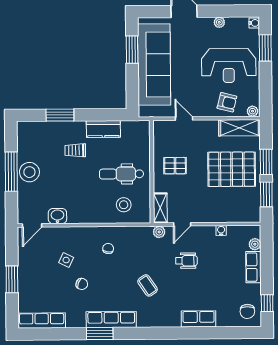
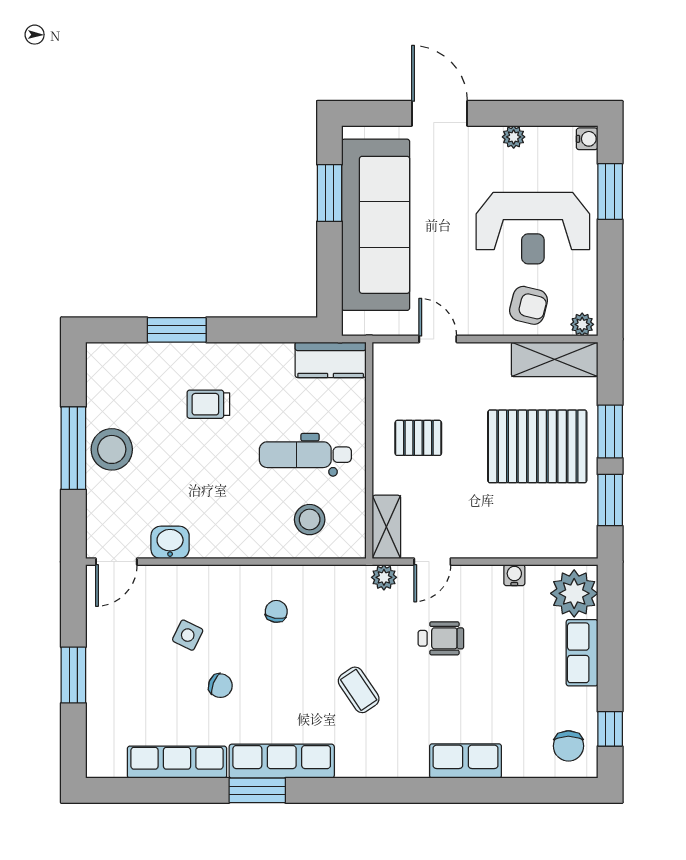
kitchen counter: (103, 129) -> (331, 360), moved
plant: (255, 244) -> (574, 593), width x1.87, depth x1.87
row of seats: (42, 321) -> (177, 762), moved

